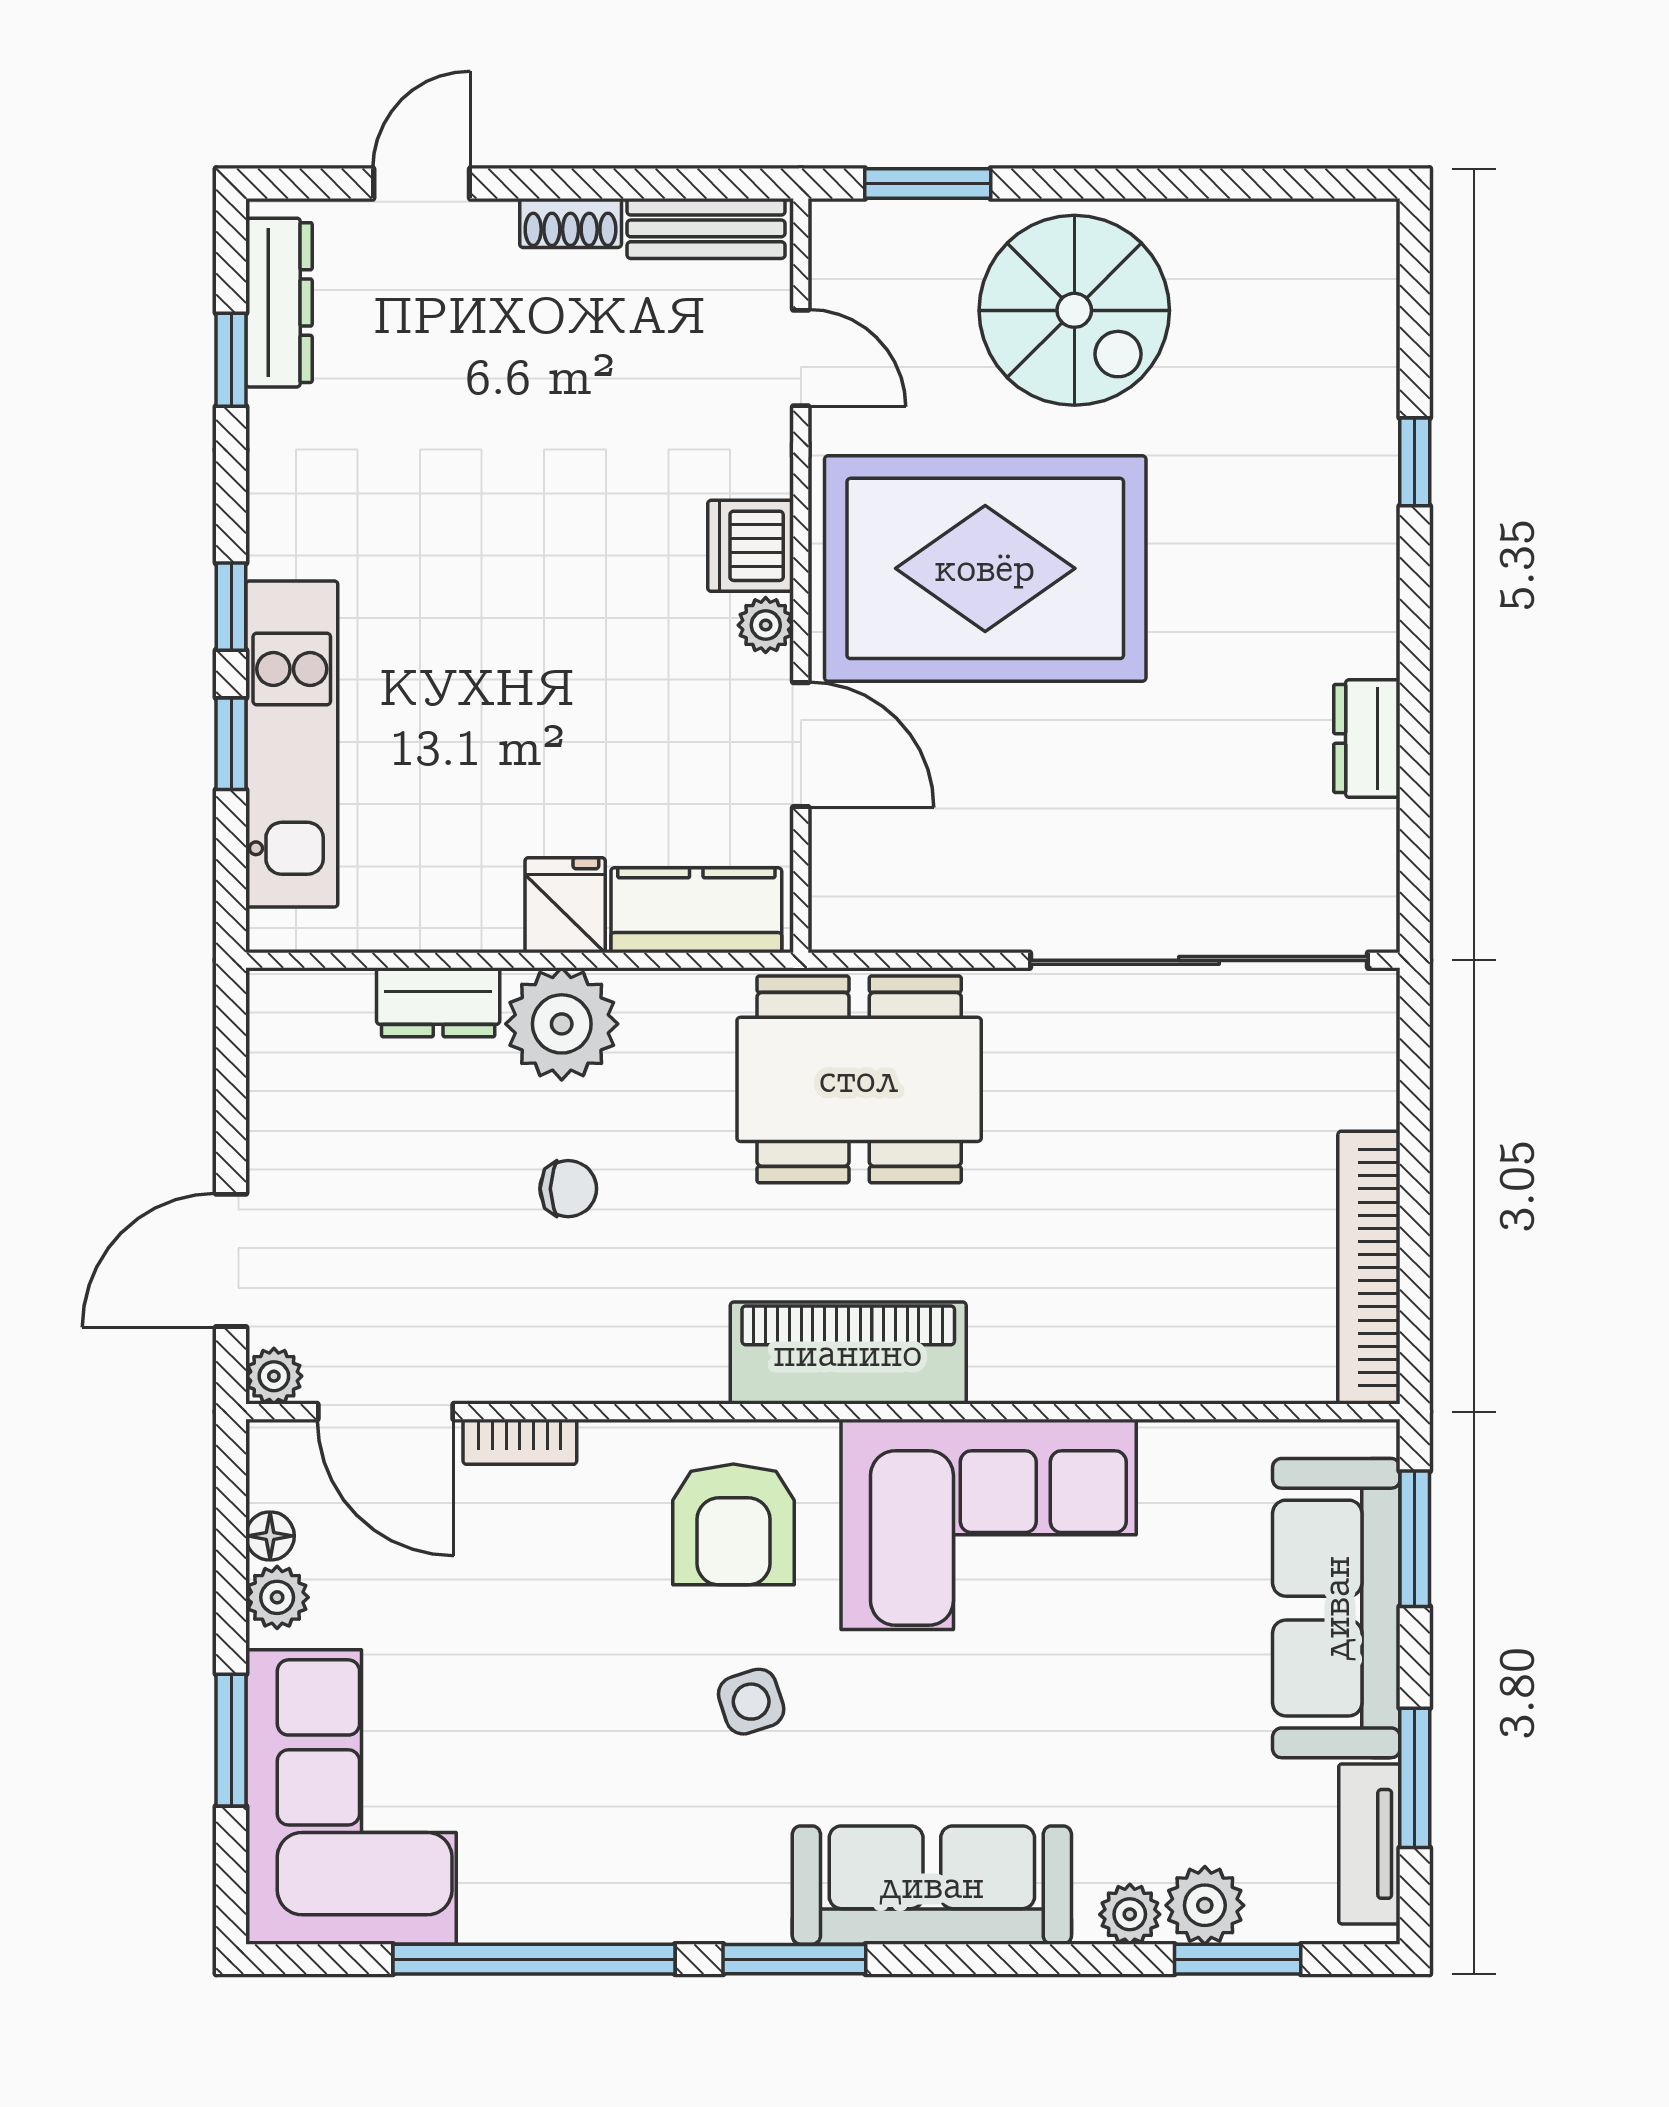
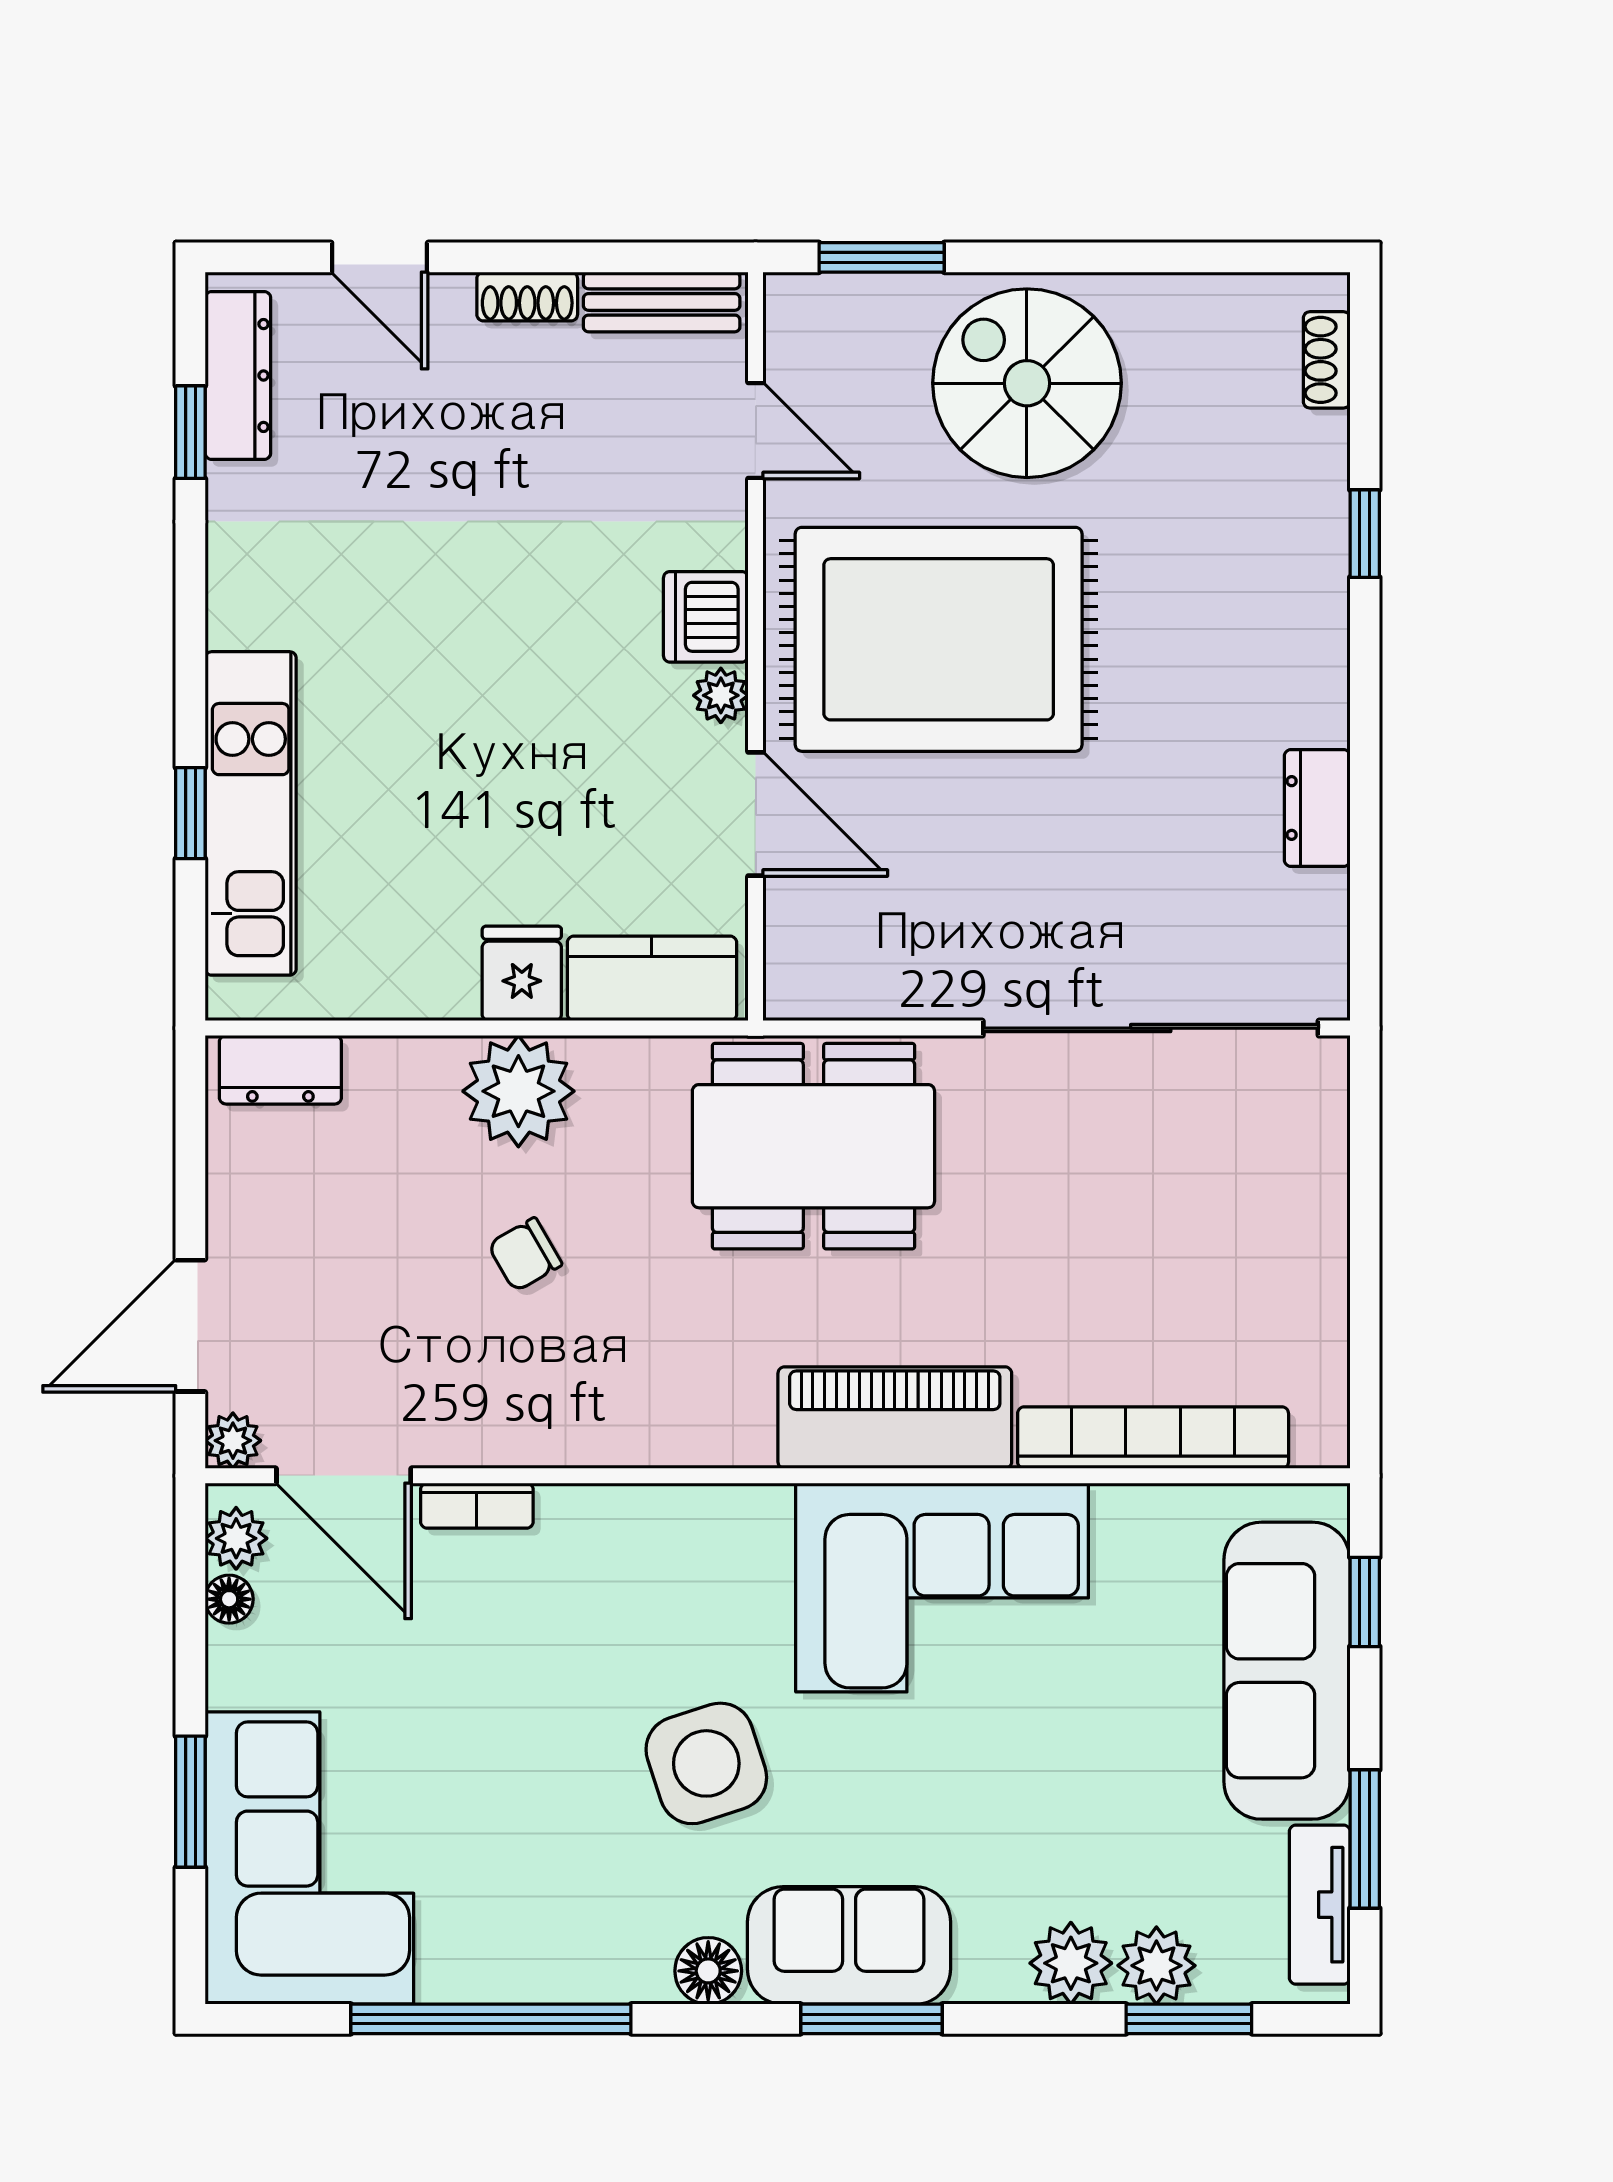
door: (422, 183) -> (380, 257), swing flipped
shoe rack: (1376, 287) -> (1327, 360), added
spiral stairs: (1074, 310) -> (1027, 383), turned 180
window: (231, 607) -> (190, 677), removed
dresser: (438, 1002) -> (280, 1070), moved
chair: (568, 1189) -> (525, 1255), turned 150
bookcase: (1369, 1268) -> (1153, 1438), moved, turned 90
piano: (848, 1353) -> (895, 1418), moved
armchair: (733, 1524) -> (689, 1588), removed
window: (1415, 1539) -> (1365, 1602), width x0.67
plant: (277, 1597) -> (236, 1538), moved
side table: (751, 1702) -> (706, 1763), width x1.87, depth x1.87
sofa: (932, 1885) -> (849, 1945), width x0.73
floor lamp: (753, 1911) -> (708, 1971), added
plant: (1130, 1914) -> (1071, 1963), width x1.38, depth x1.38
window: (794, 1959) -> (871, 2019), moved

